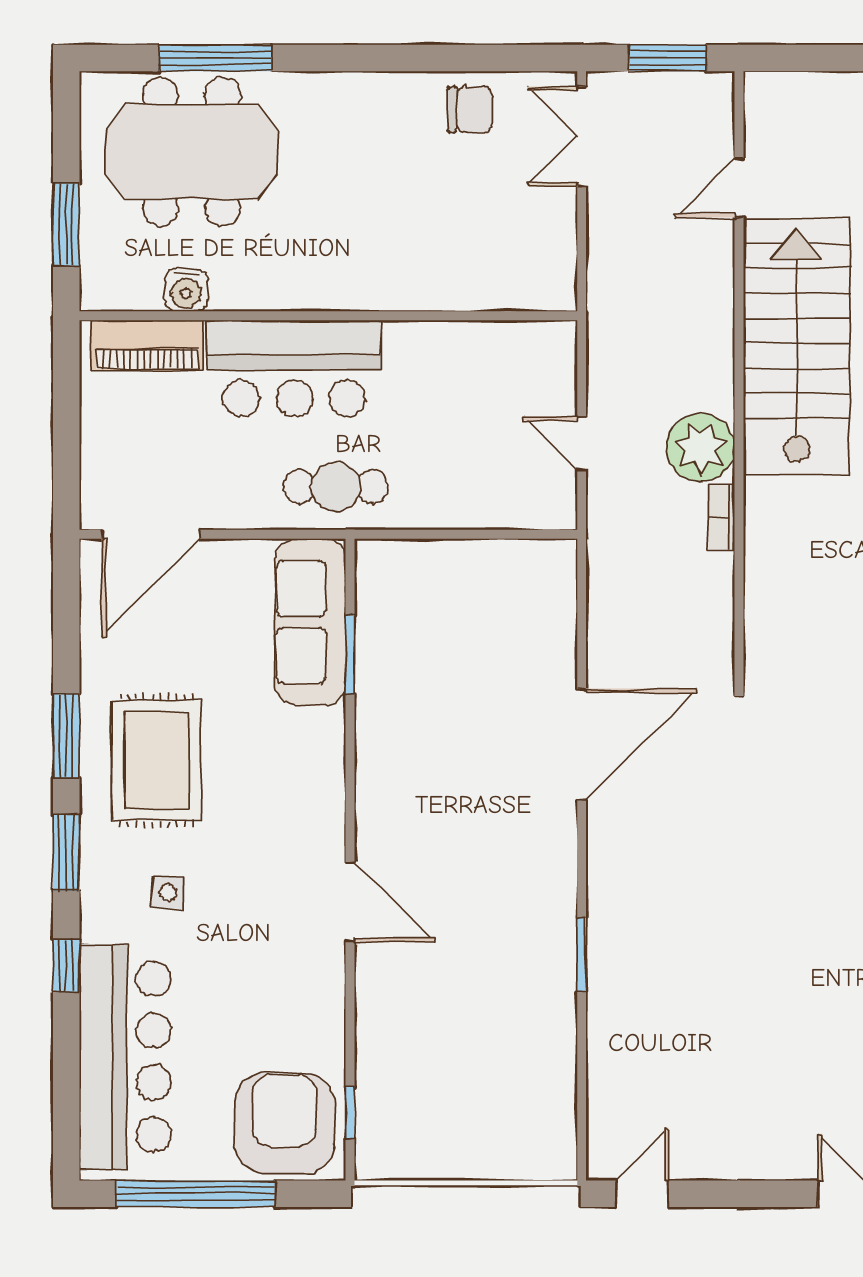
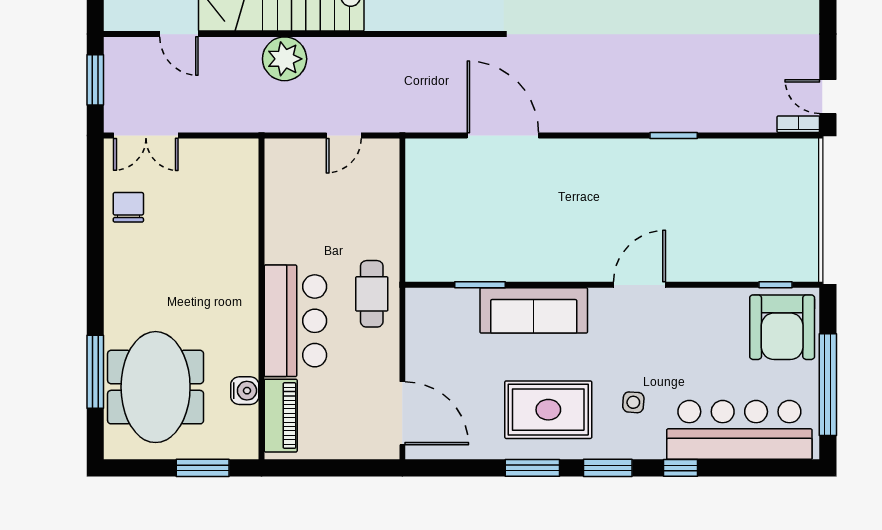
plant: (700, 448) -> (285, 59), moved
bookcase: (721, 518) -> (798, 124), moved, turned 180
sofa: (310, 622) -> (534, 310), moved
door: (582, 744) -> (503, 135), moved
armchair: (284, 1123) -> (782, 327), turned -91

